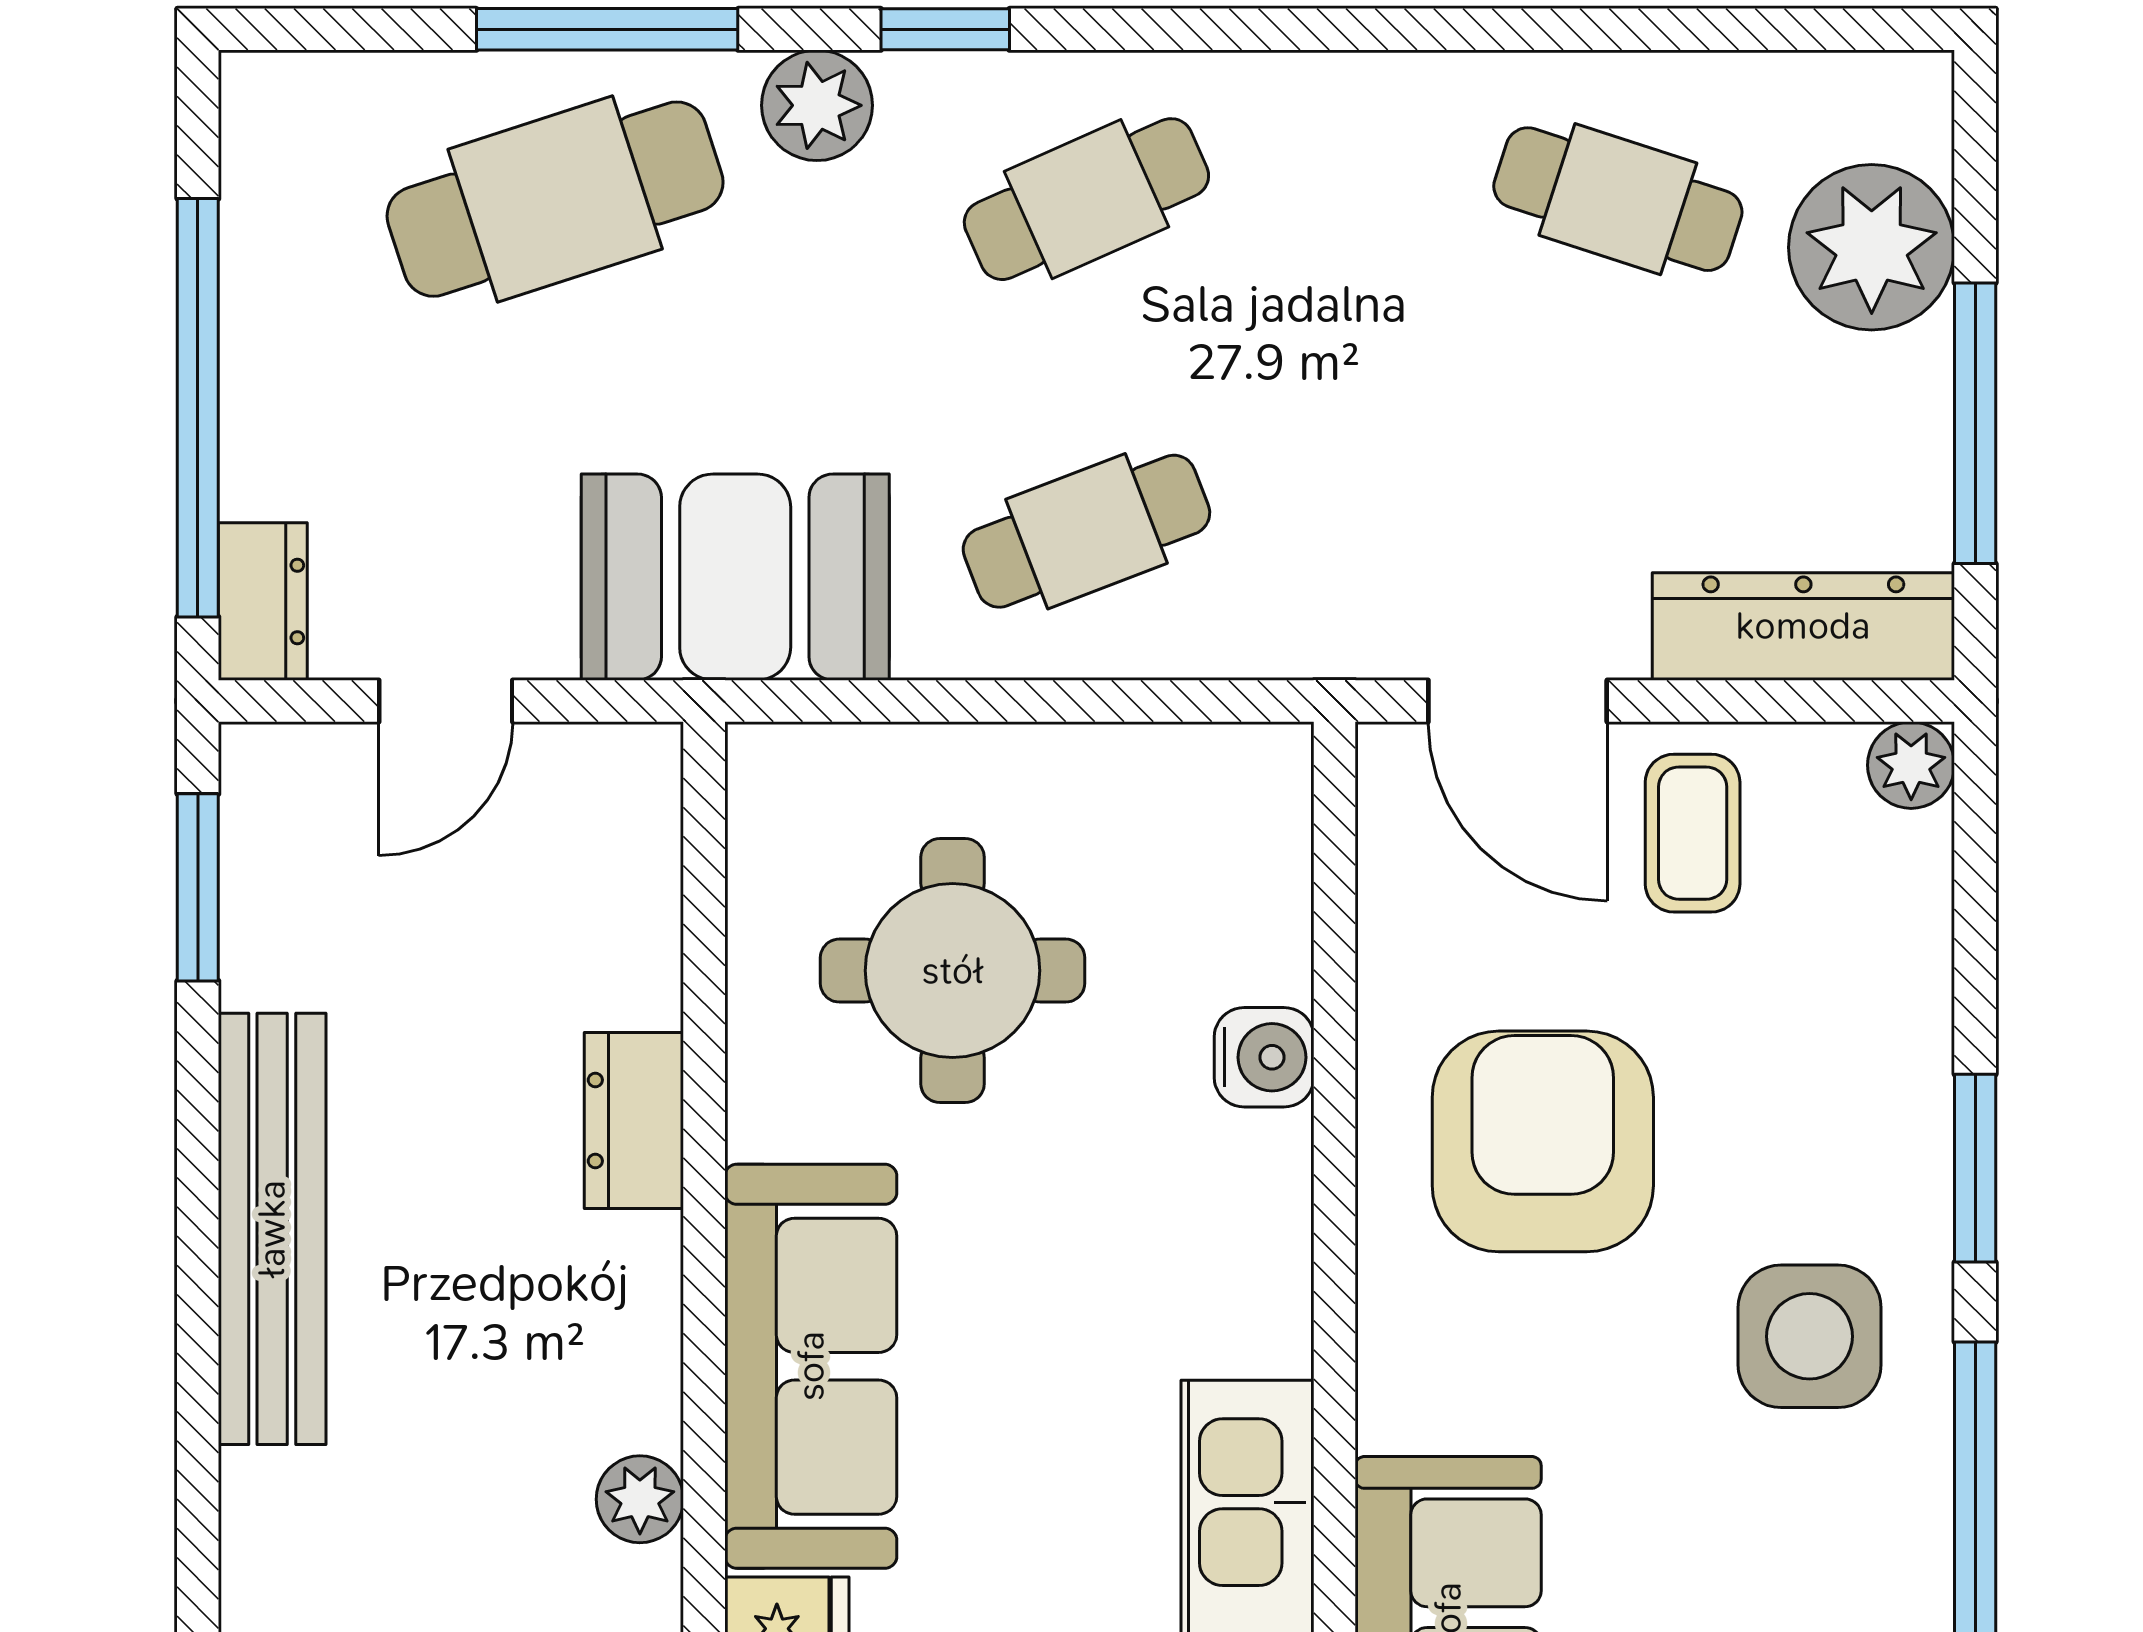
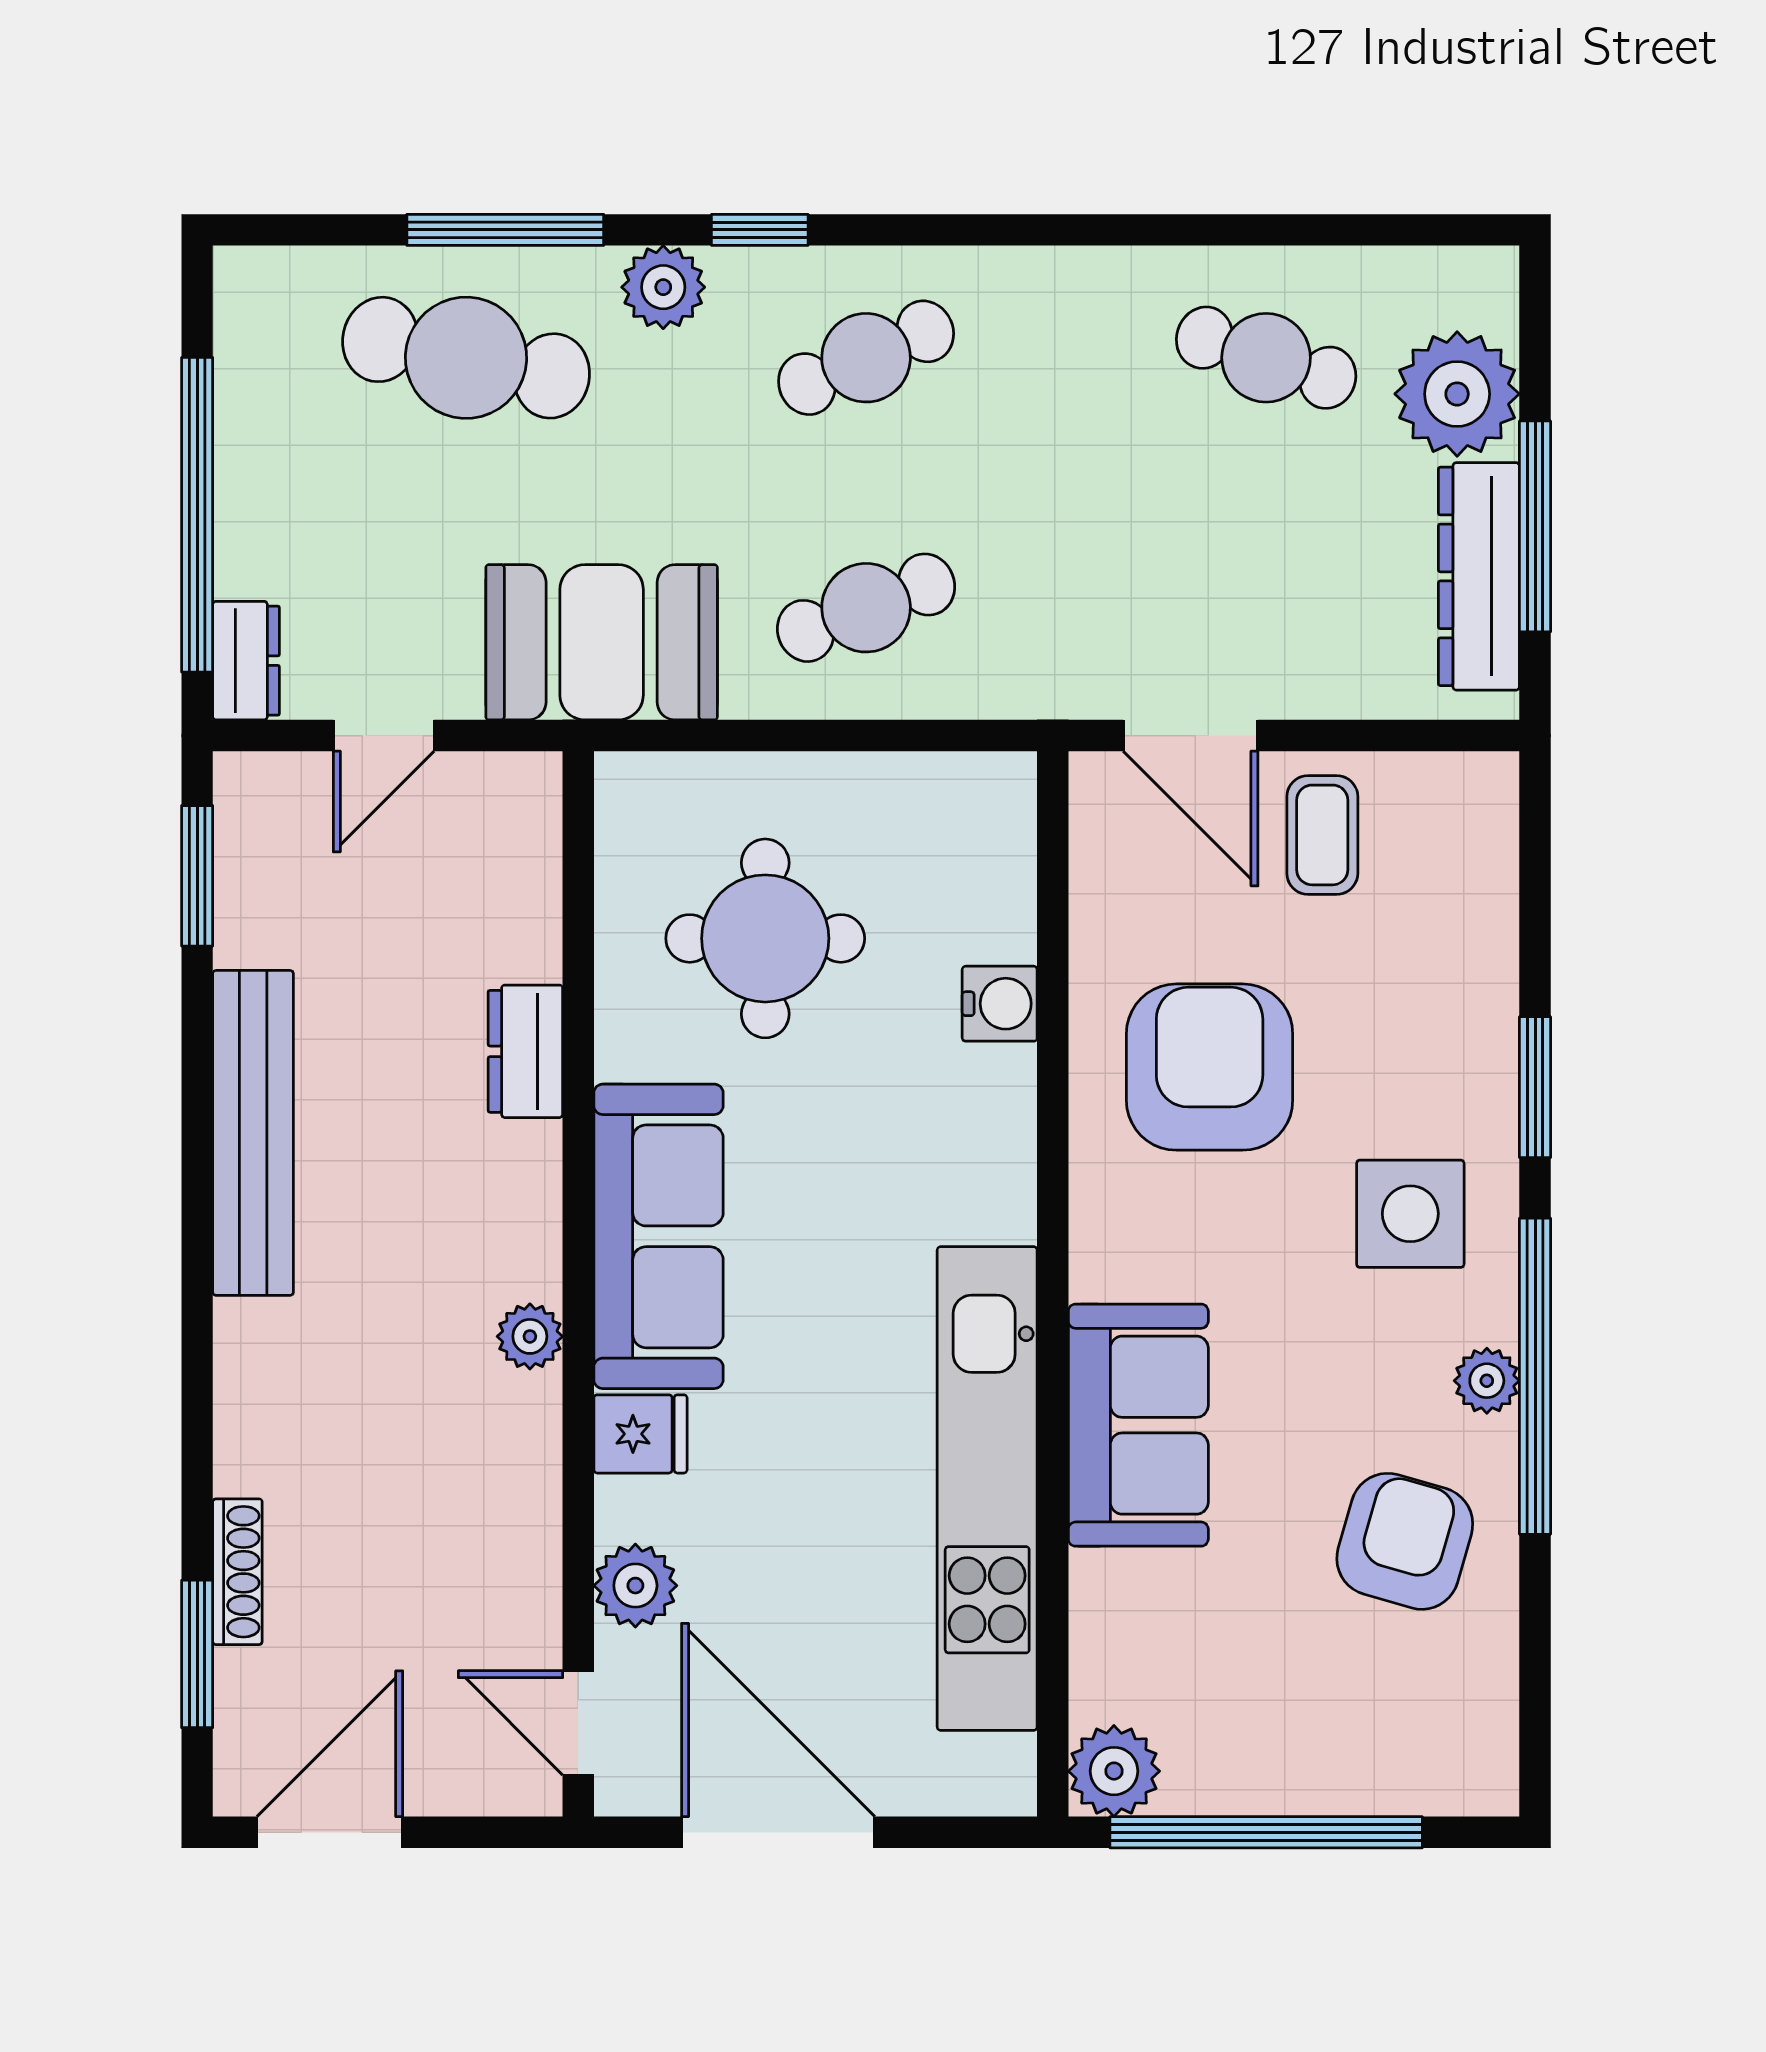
cafe table: (555, 199) -> (466, 358), turned 30
dresser: (1803, 626) -> (1479, 576), moved, turned -90
plant: (1911, 765) -> (1487, 1381), moved

